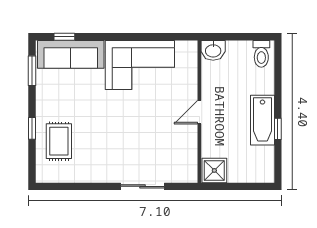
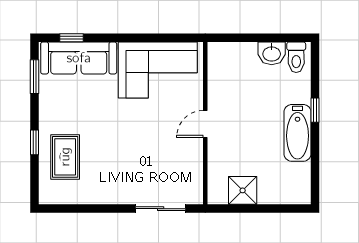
washbasin: (213, 50) -> (272, 53), moved
door: (199, 112) -> (205, 124), moved
wall: (199, 112) -> (205, 123), moved
window: (278, 129) -> (315, 110), moved

